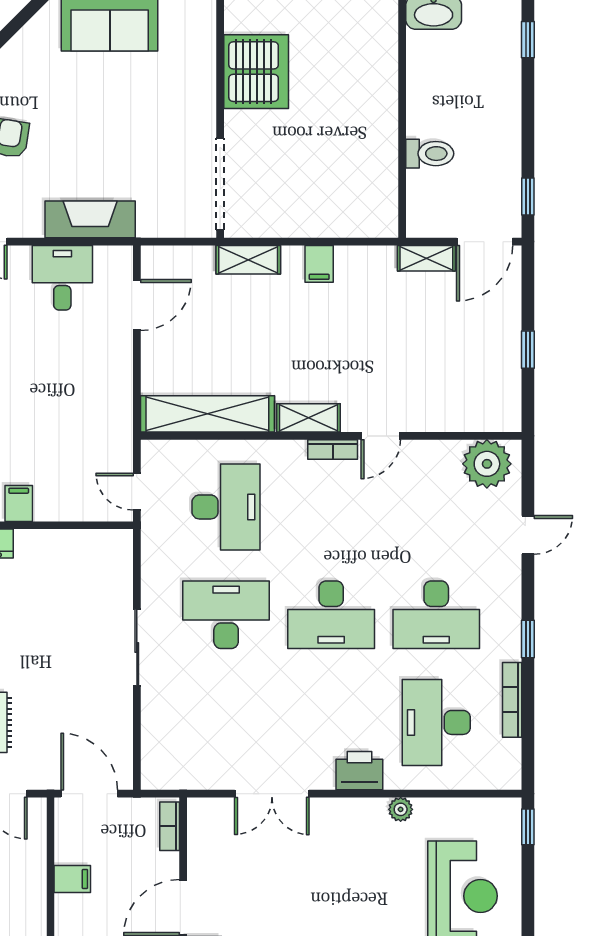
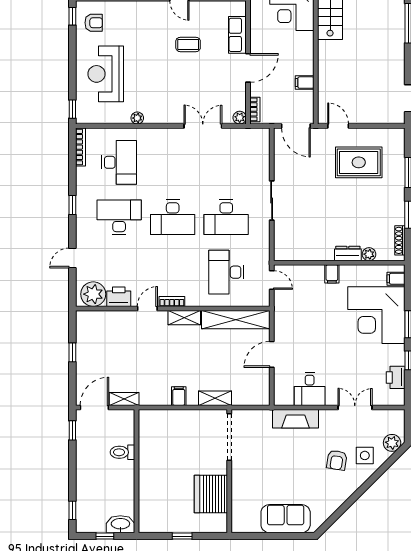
door: (137, 305) -> (272, 354), moved
desk: (331, 615) -> (173, 217), turned 180
bookcase: (512, 700) -> (80, 147), moved
printer: (359, 771) -> (119, 297), moved, turned 180
plant: (200, 810) -> (240, 118), added

